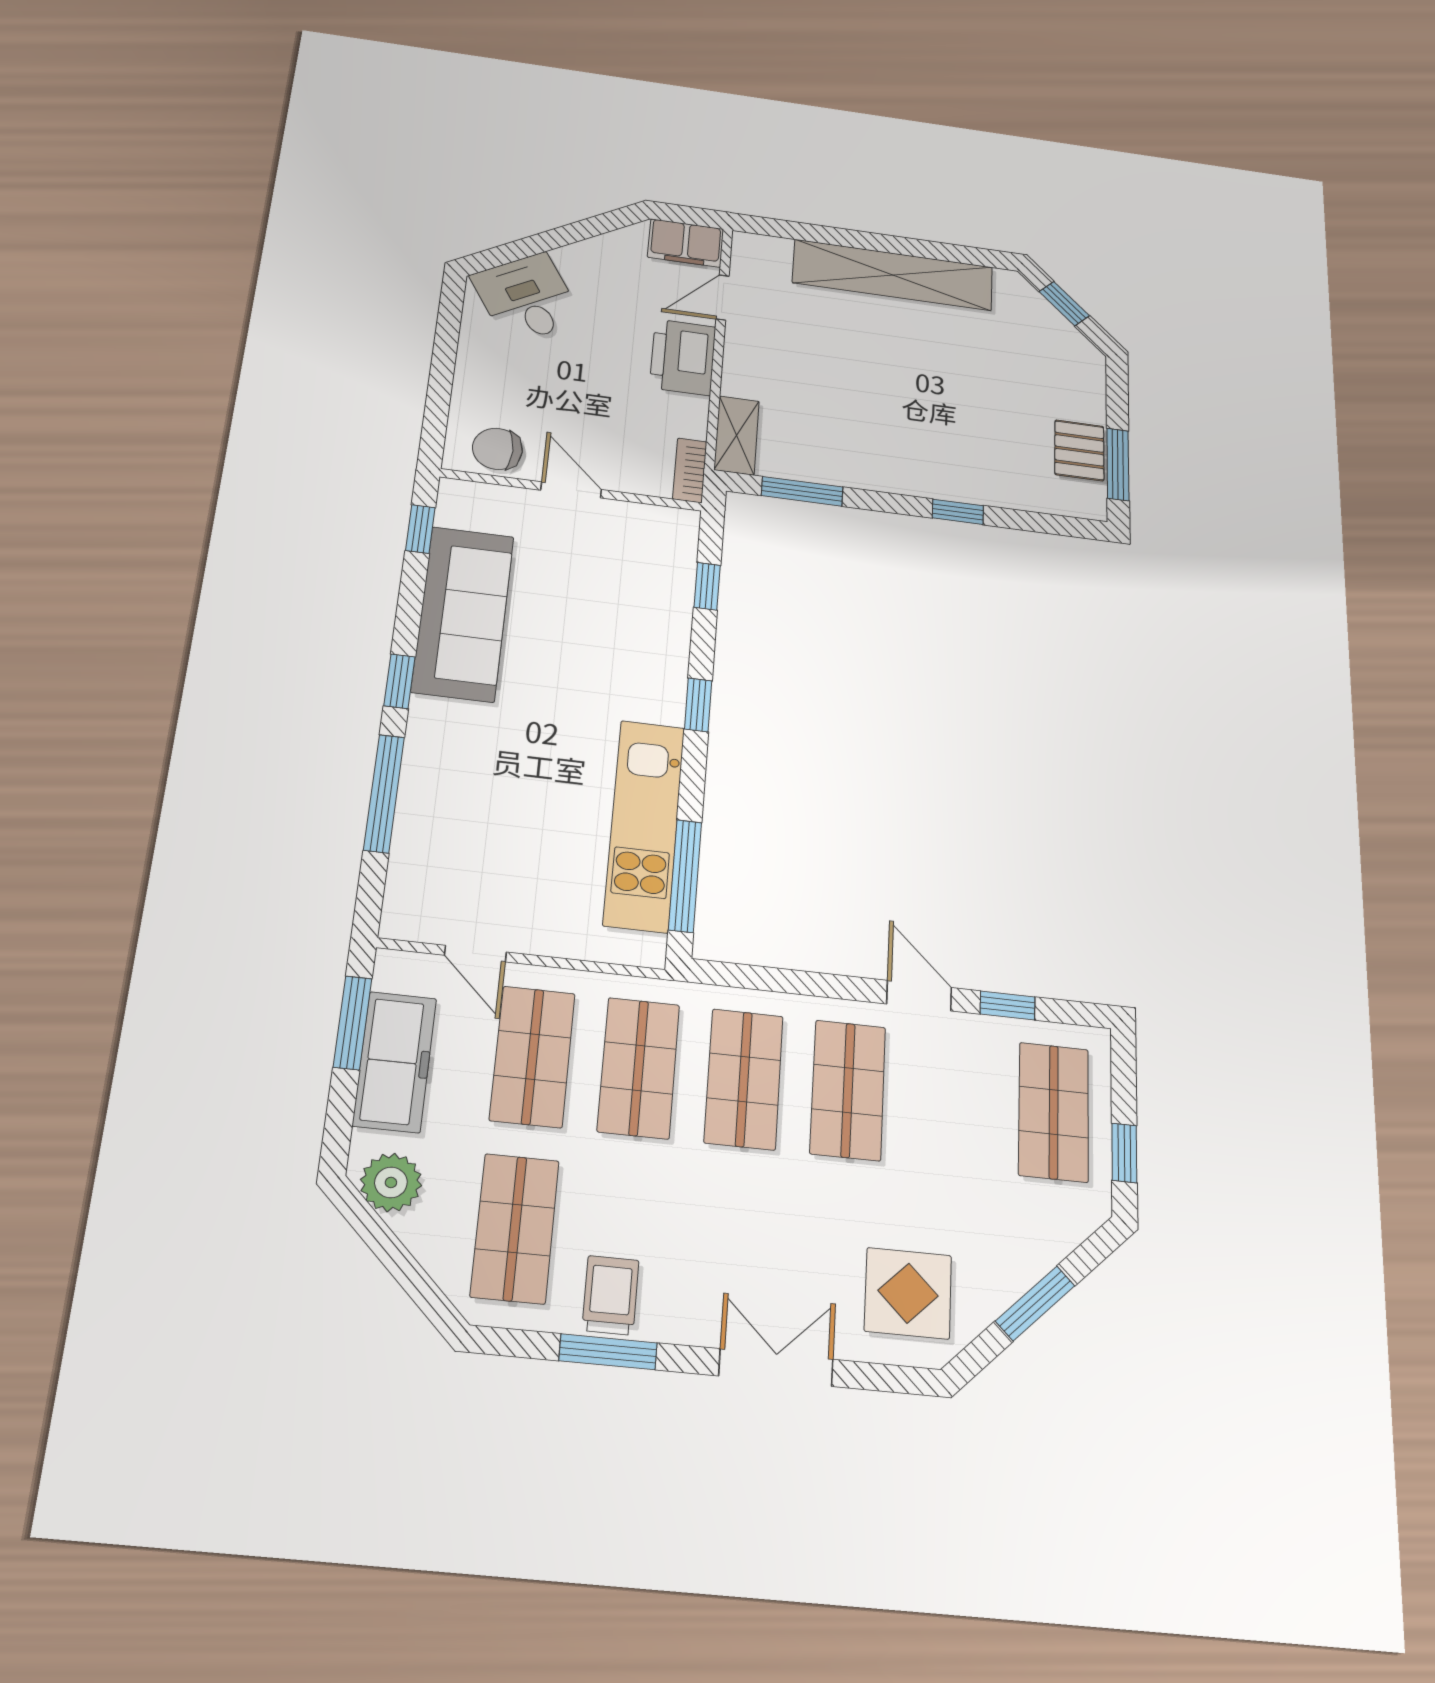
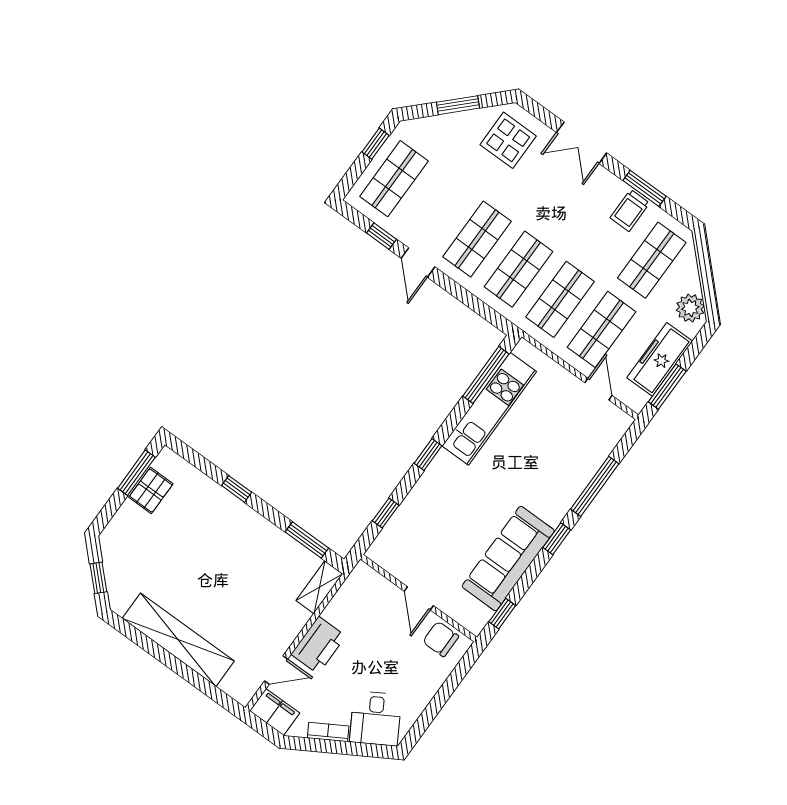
chair: (497, 449) -> (441, 639), turned 180
bookcase: (690, 470) -> (328, 732), moved, turned -121

